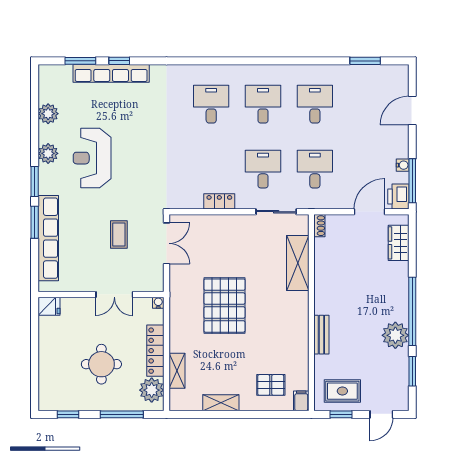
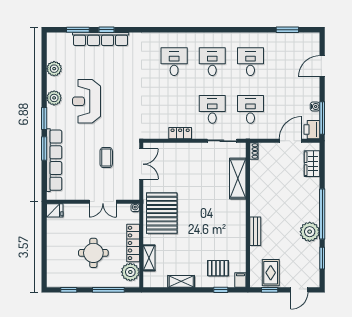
pallet: (224, 306) -> (162, 213), moved
rug: (342, 391) -> (271, 273), turned 90
window: (275, 414) -> (221, 290), added

